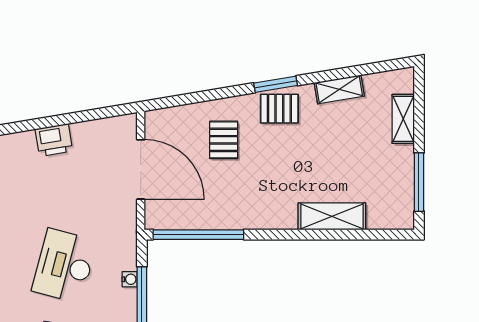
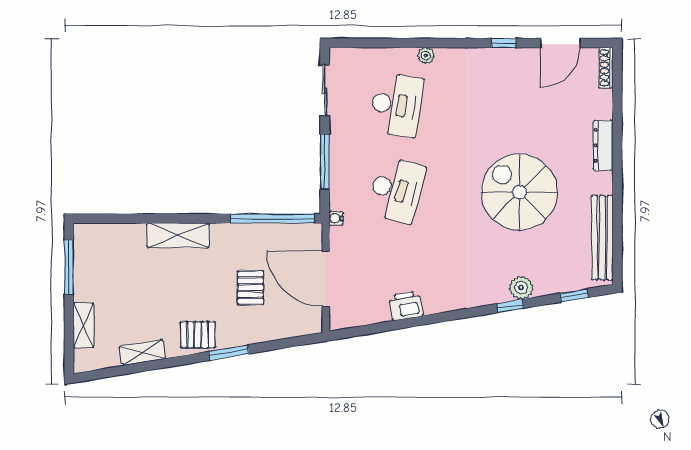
window: (276, 84) -> (229, 353), moved
pallet: (224, 140) -> (250, 288), moved
shelving: (332, 216) -> (178, 235), moved
water cooler: (130, 279) -> (336, 218), moved

